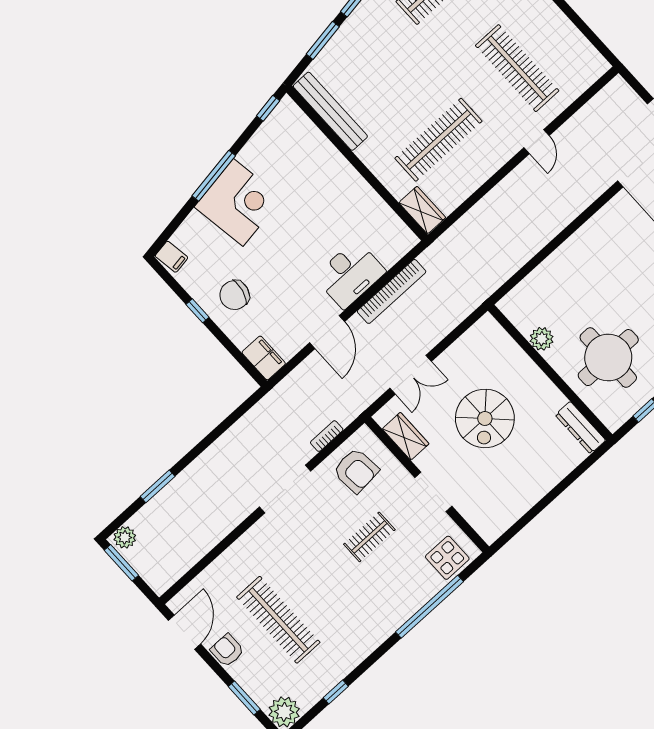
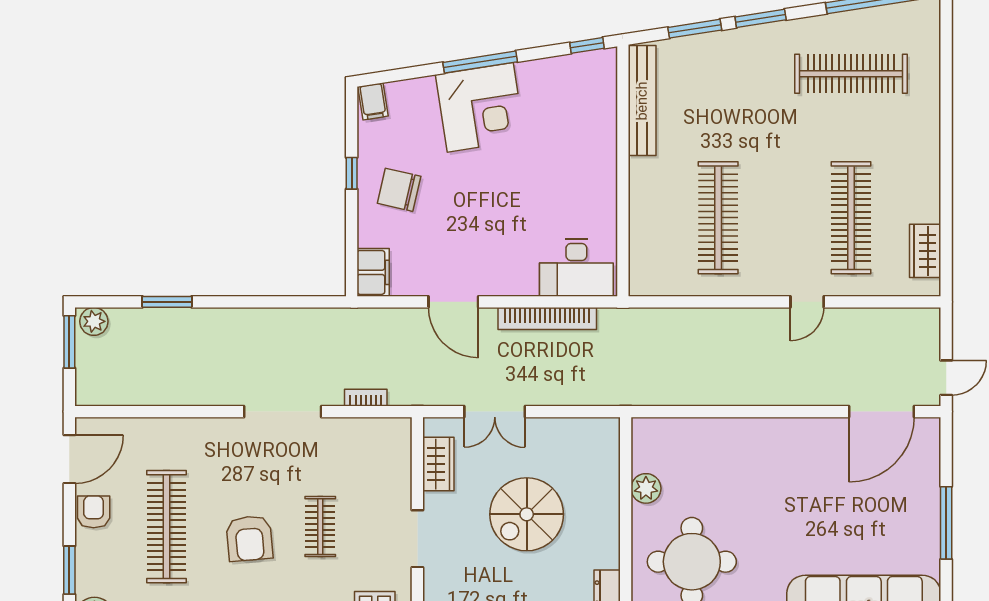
clothes rail: (438, 140) -> (718, 218), turned 90
wardrobe: (422, 210) -> (925, 251), moved, turned 180
desk: (350, 274) -> (576, 268), moved
door: (327, 332) -> (453, 302), hinge flipped
armchair: (356, 471) -> (249, 538), moved
clothes rail: (369, 537) -> (320, 527), turned 90

